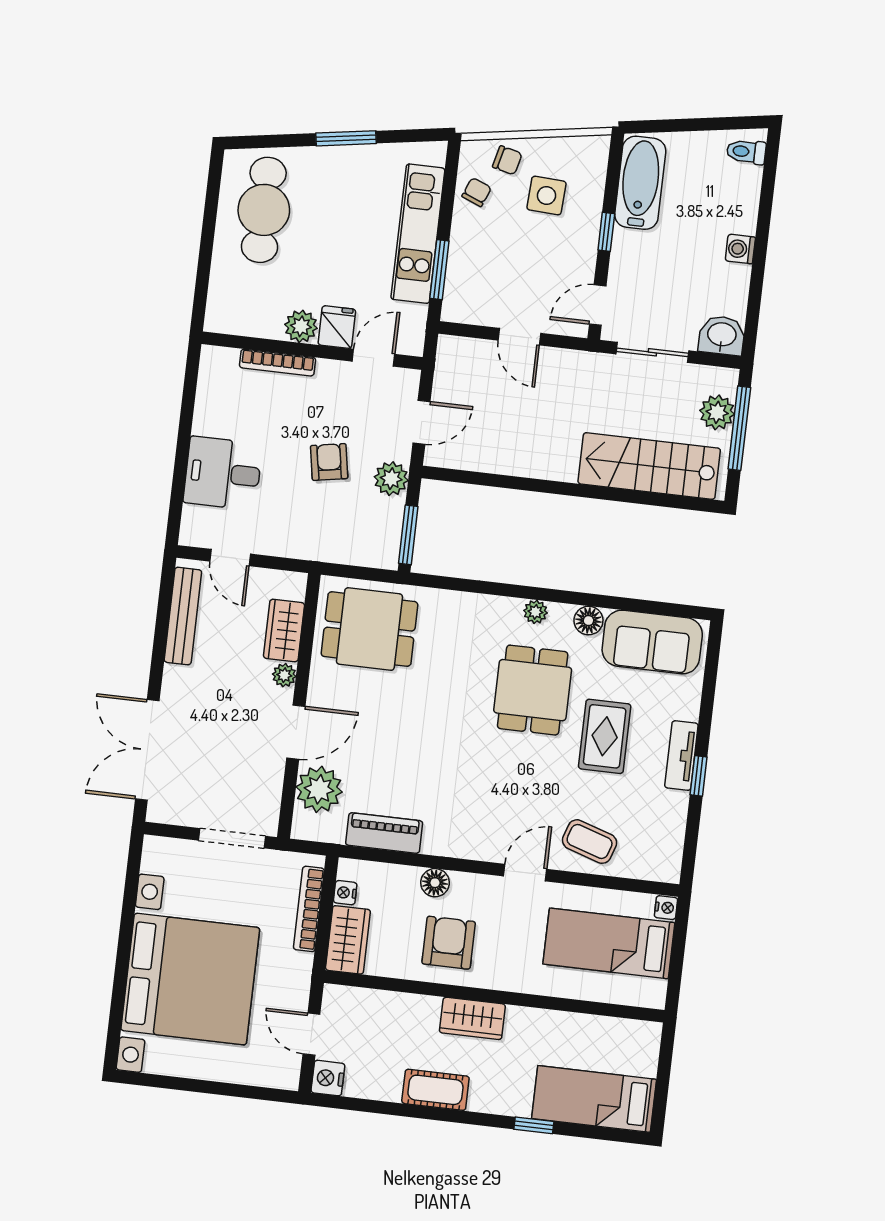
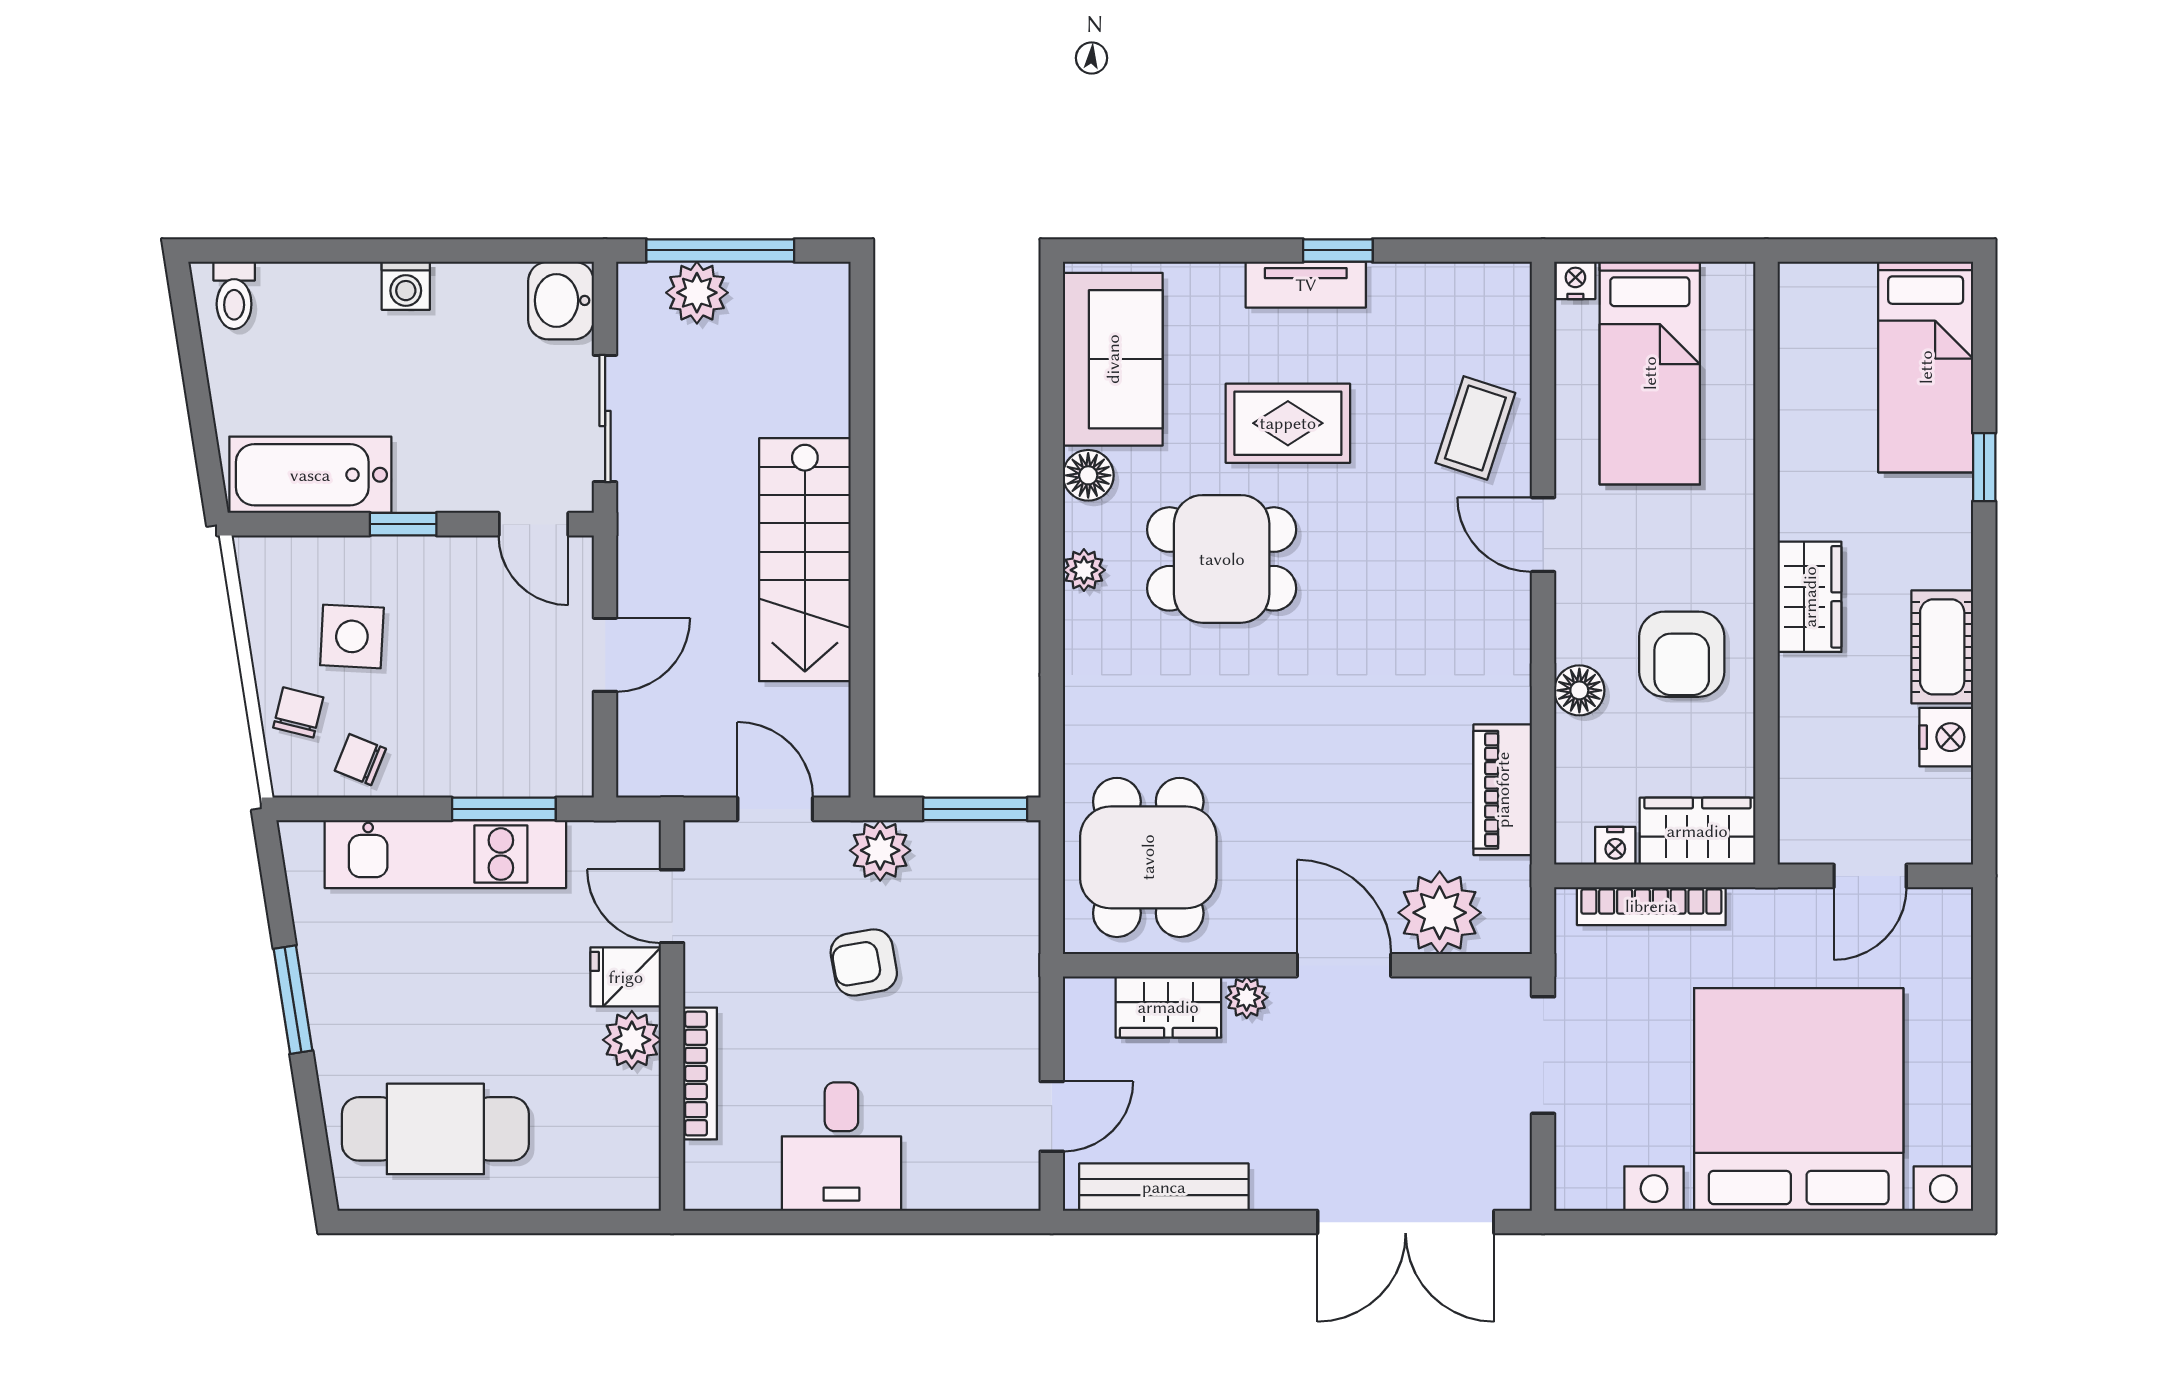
stairs: (649, 466) -> (805, 560), moved
desk: (223, 473) -> (841, 1147), moved
armchair: (449, 943) -> (1682, 654), turned -90
nightstand: (328, 1078) -> (1946, 737), moved, turned -90

